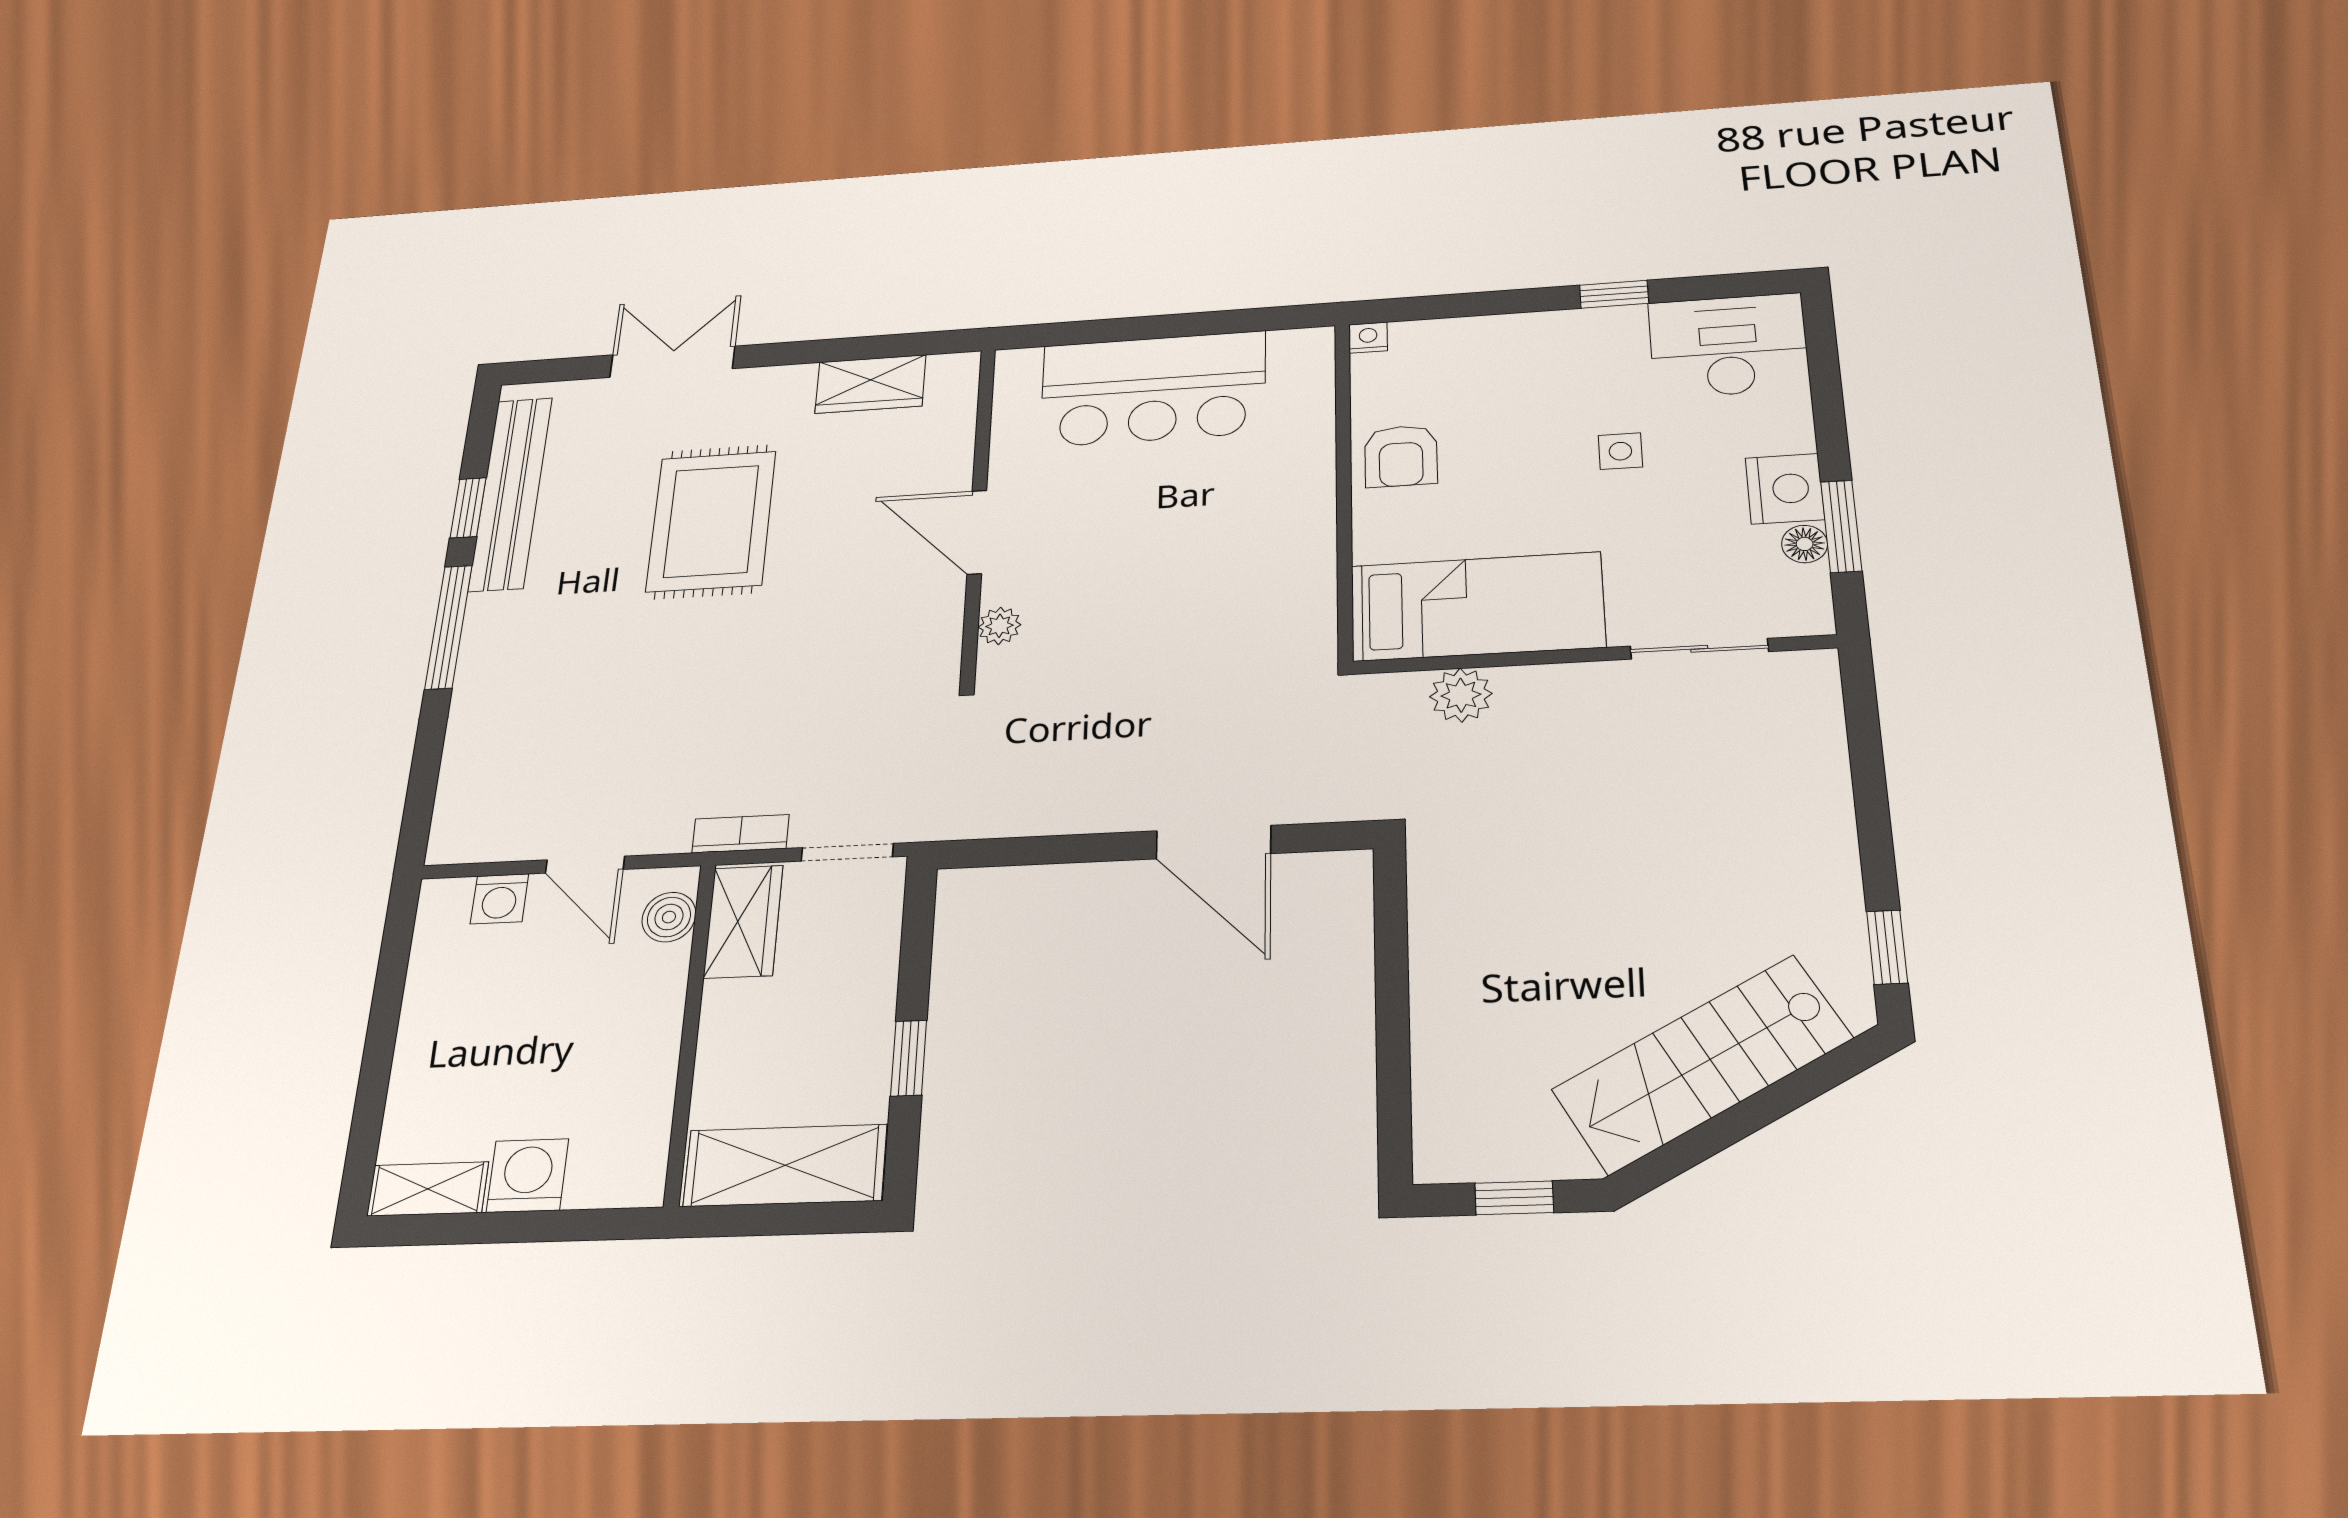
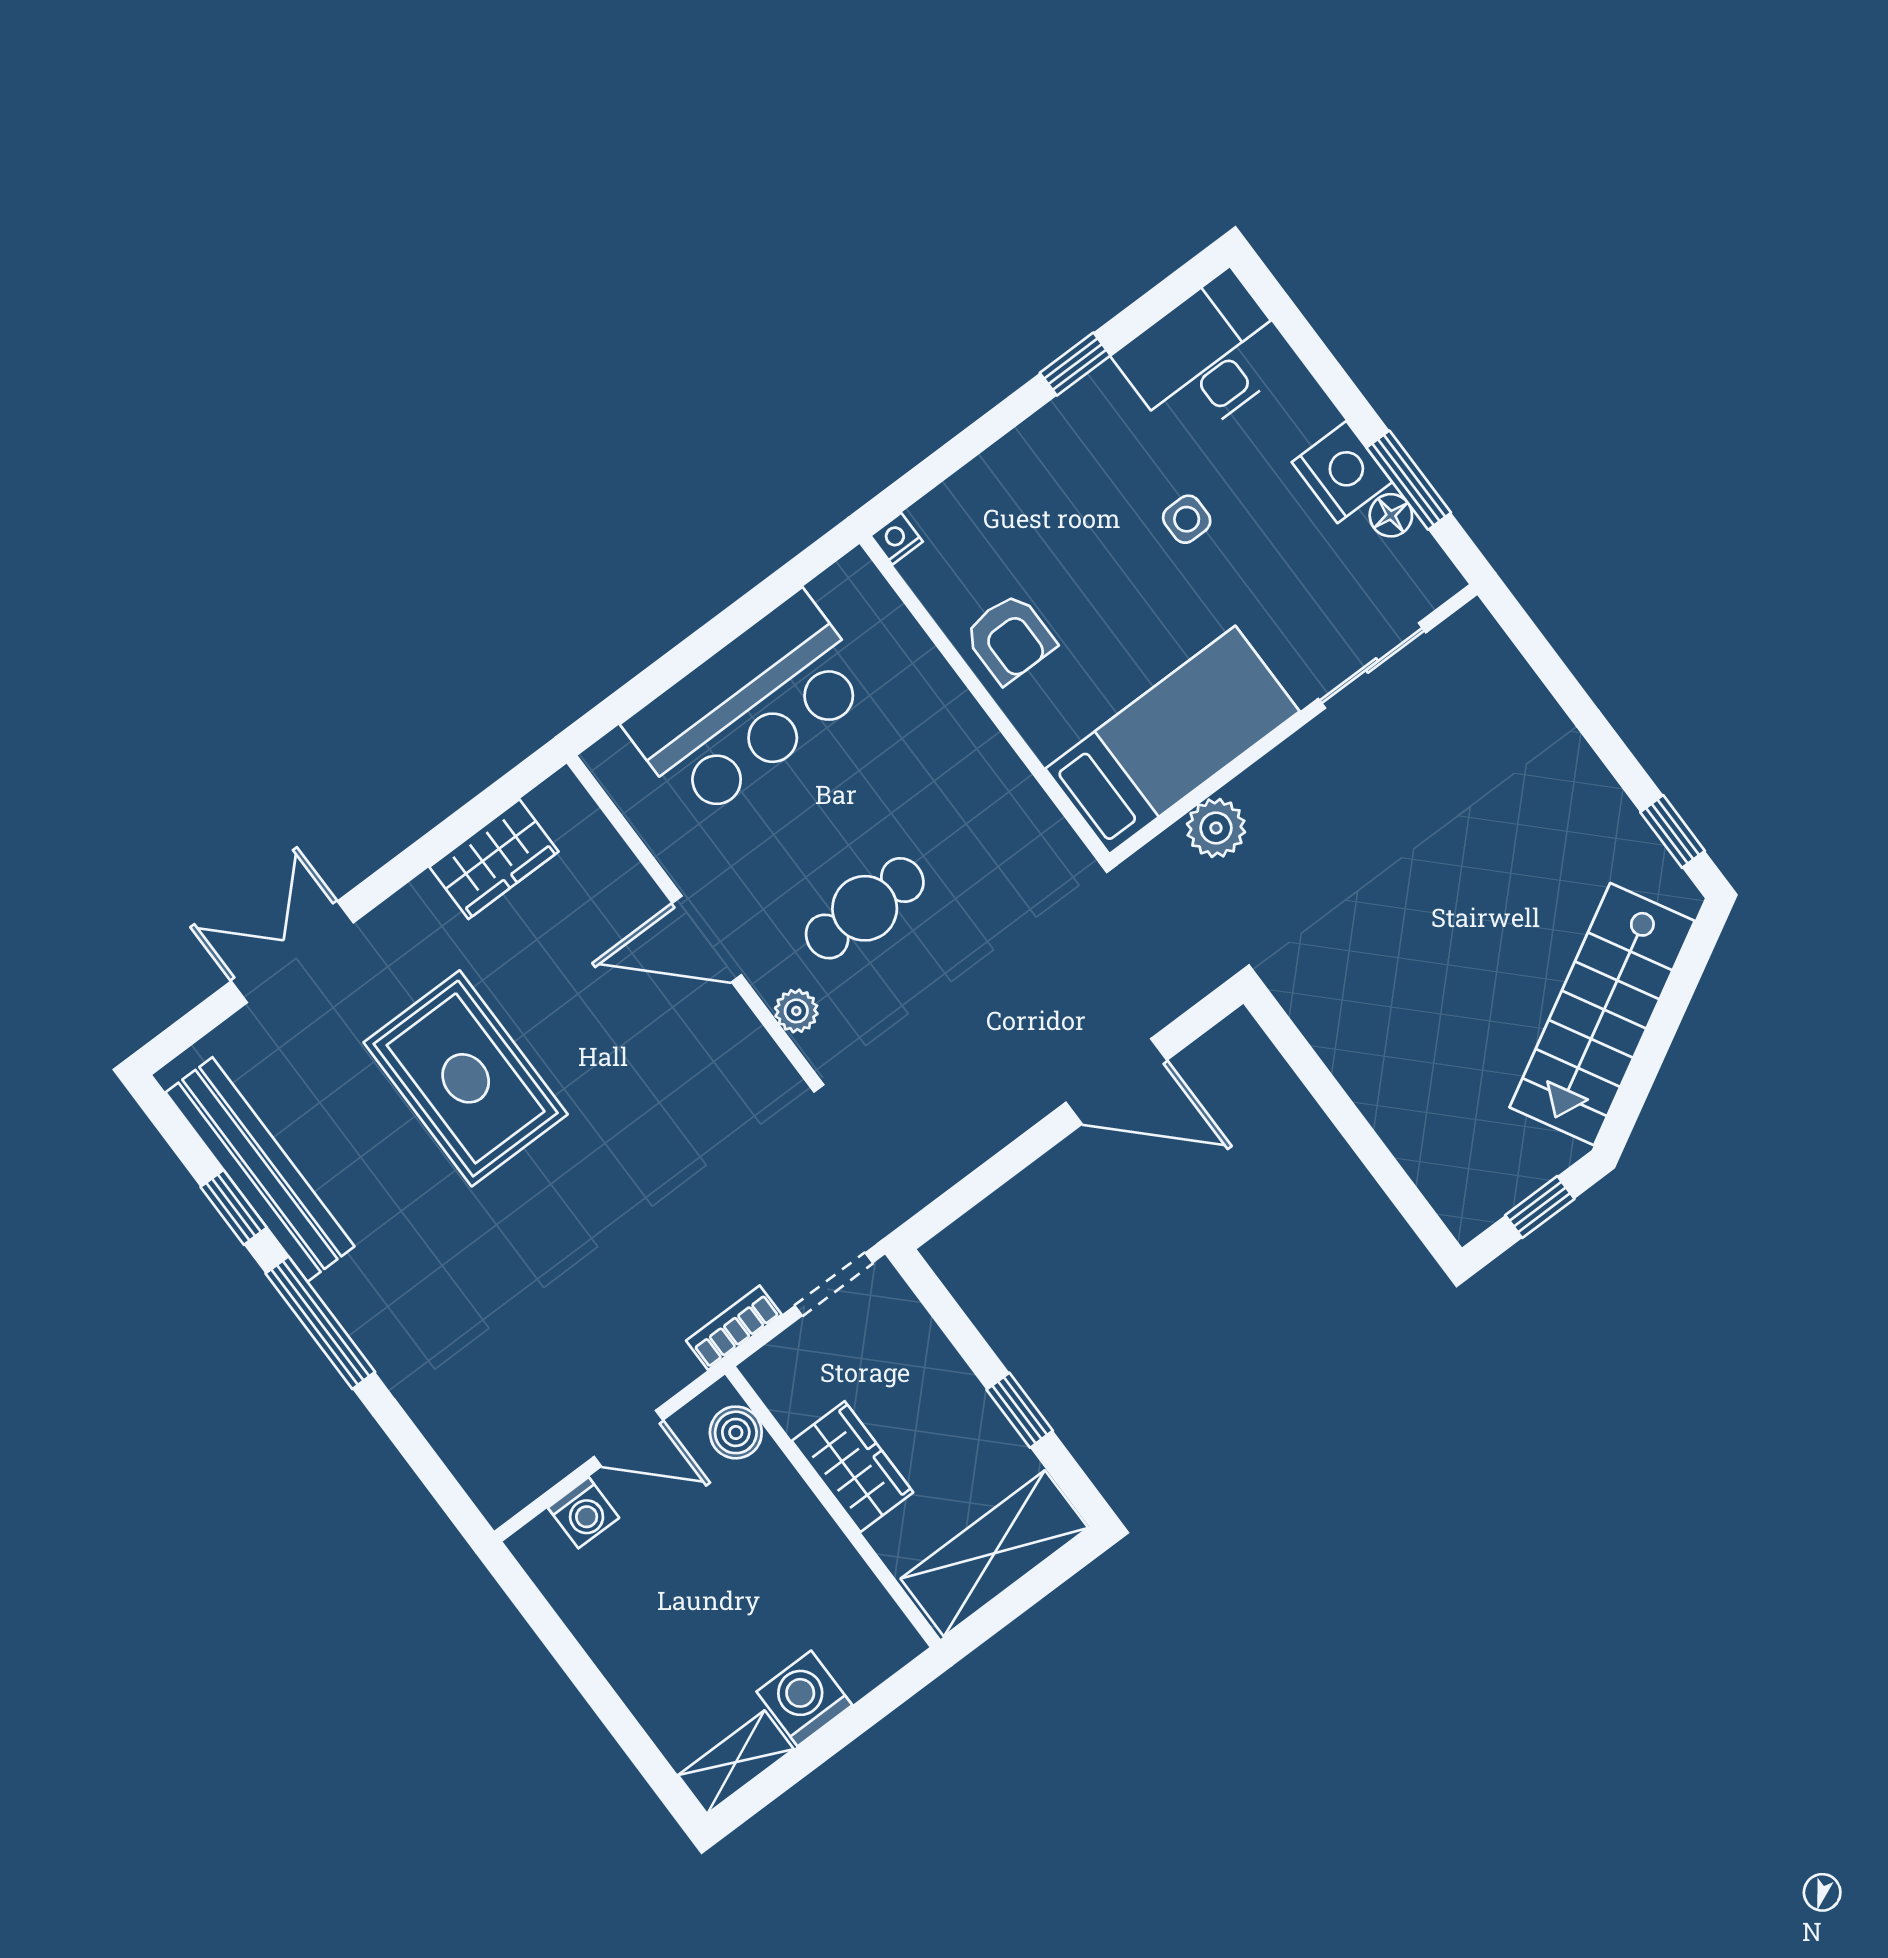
cafe table: (1118, 583) -> (865, 908), added
wardrobe: (743, 922) -> (852, 1467), moved

